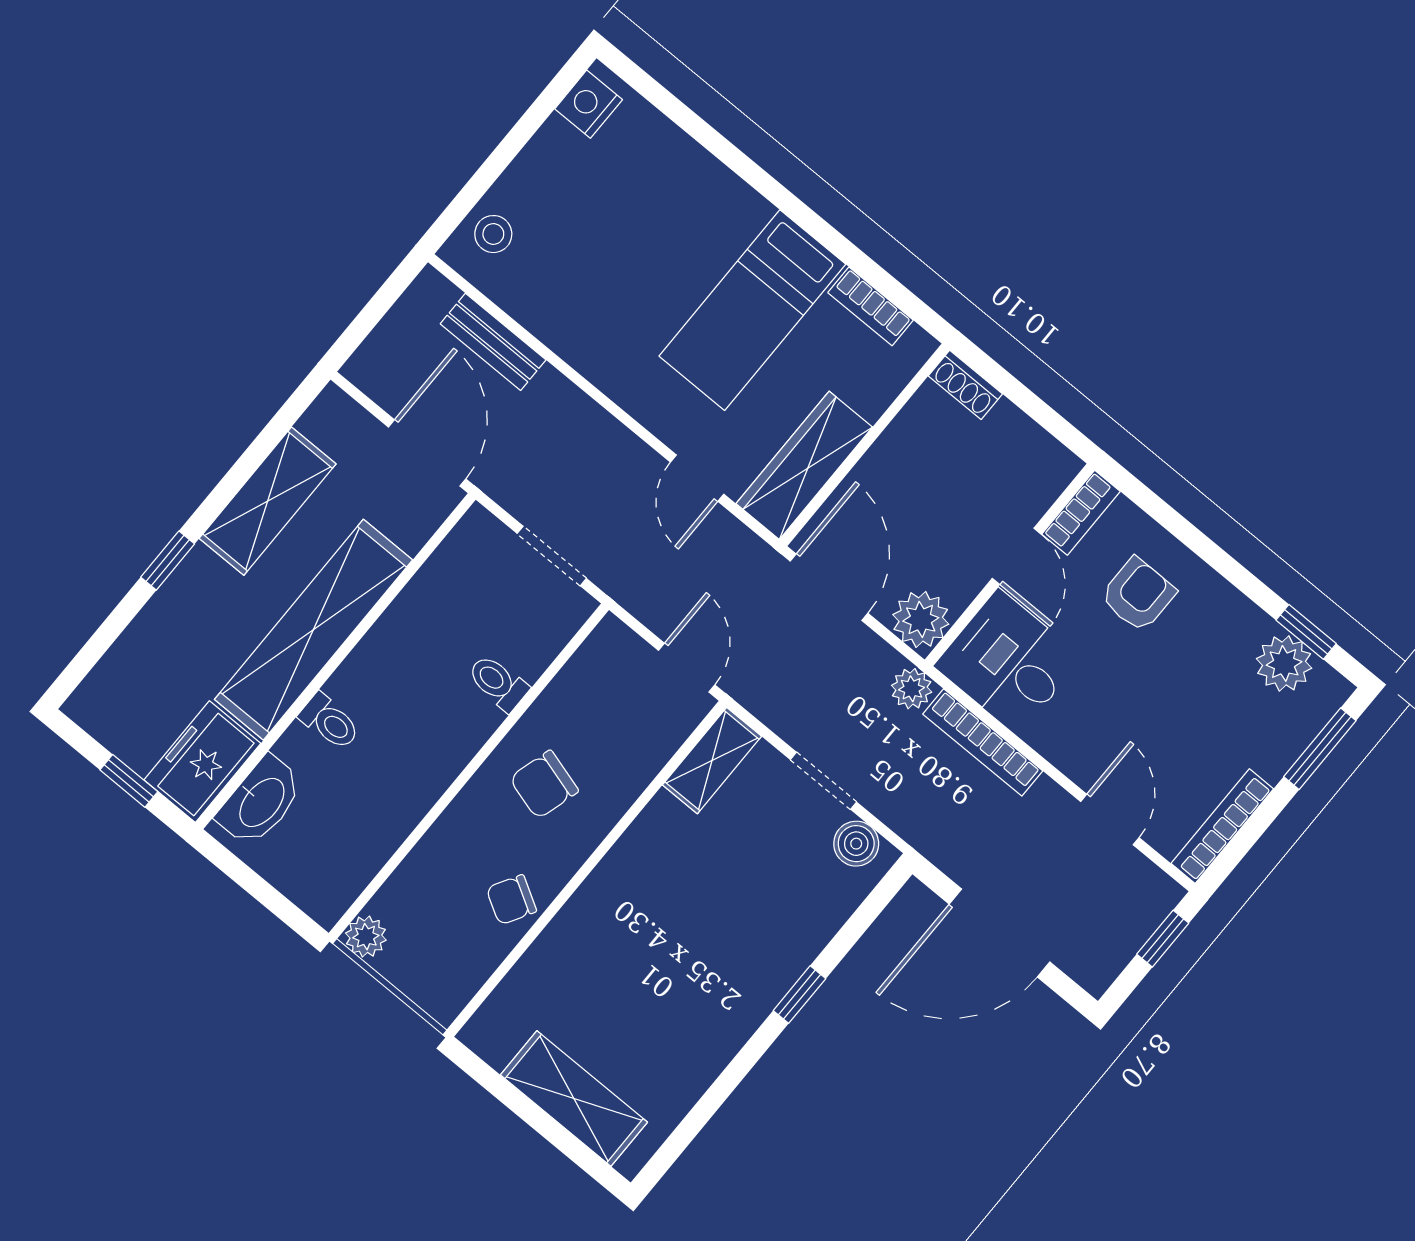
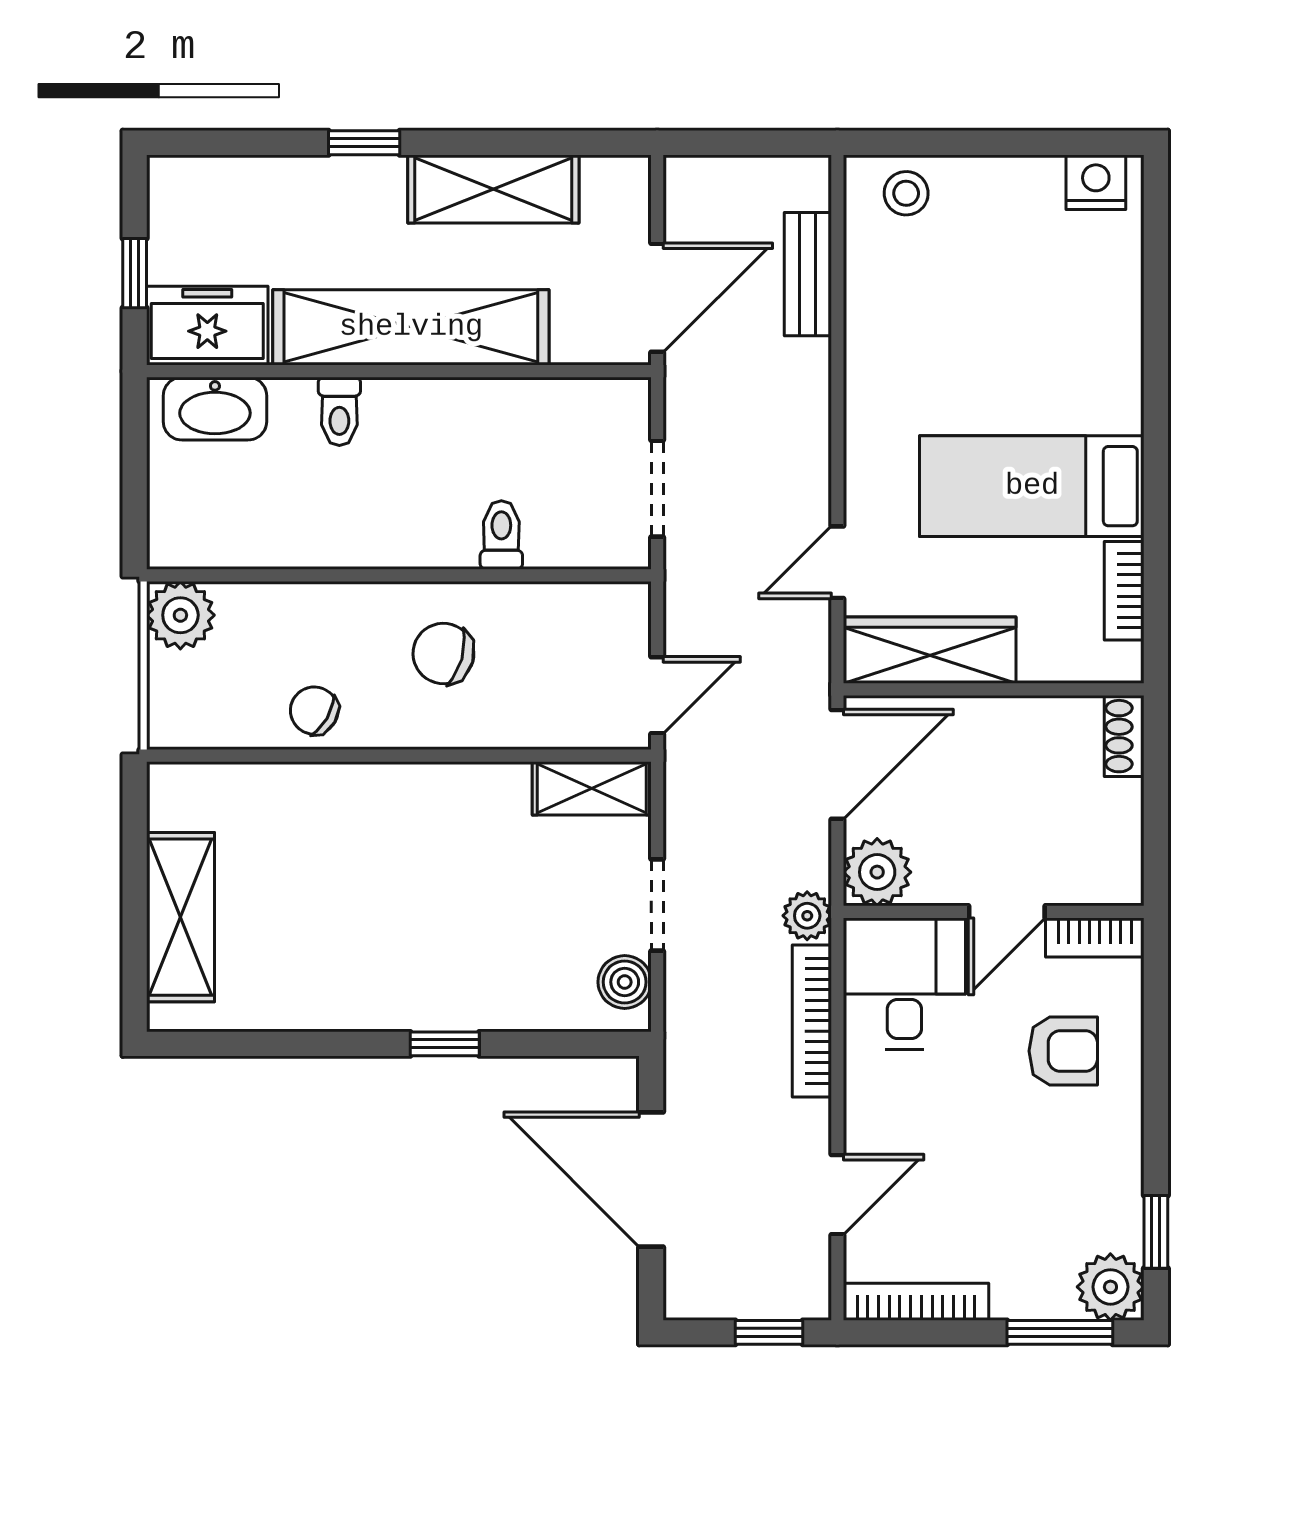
plant: (1284, 663) -> (1110, 1287), moved
plant: (366, 937) -> (180, 615), width x1.38, depth x1.38

